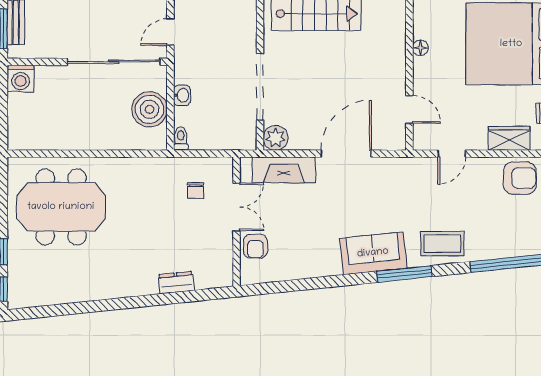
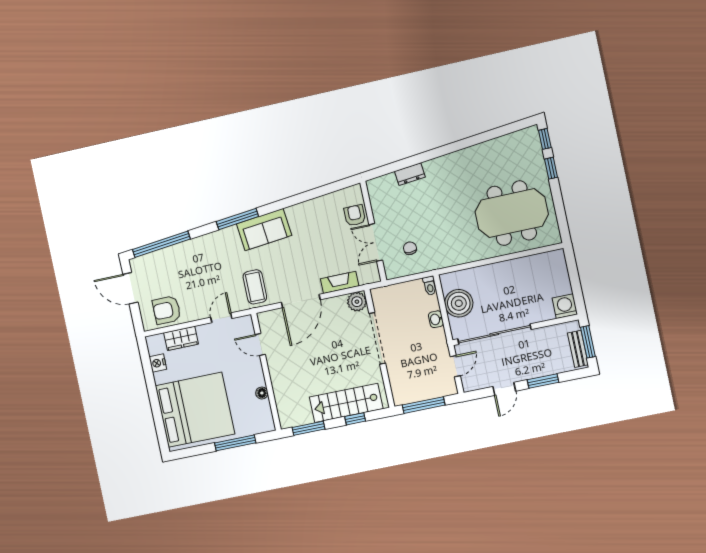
fireplace: (284, 170) -> (340, 282), width x0.73, depth x0.76
coffee table: (442, 244) -> (255, 287), moved, turned 90

